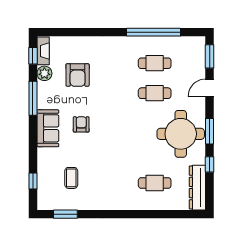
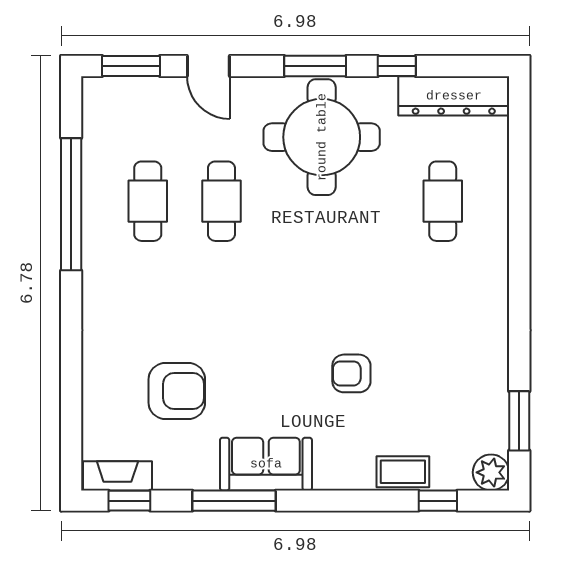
plant: (44, 73) -> (491, 472), moved
armchair: (81, 124) -> (351, 373), moved
sofa: (48, 128) -> (266, 464), moved
coffee table: (71, 178) -> (403, 472), moved

